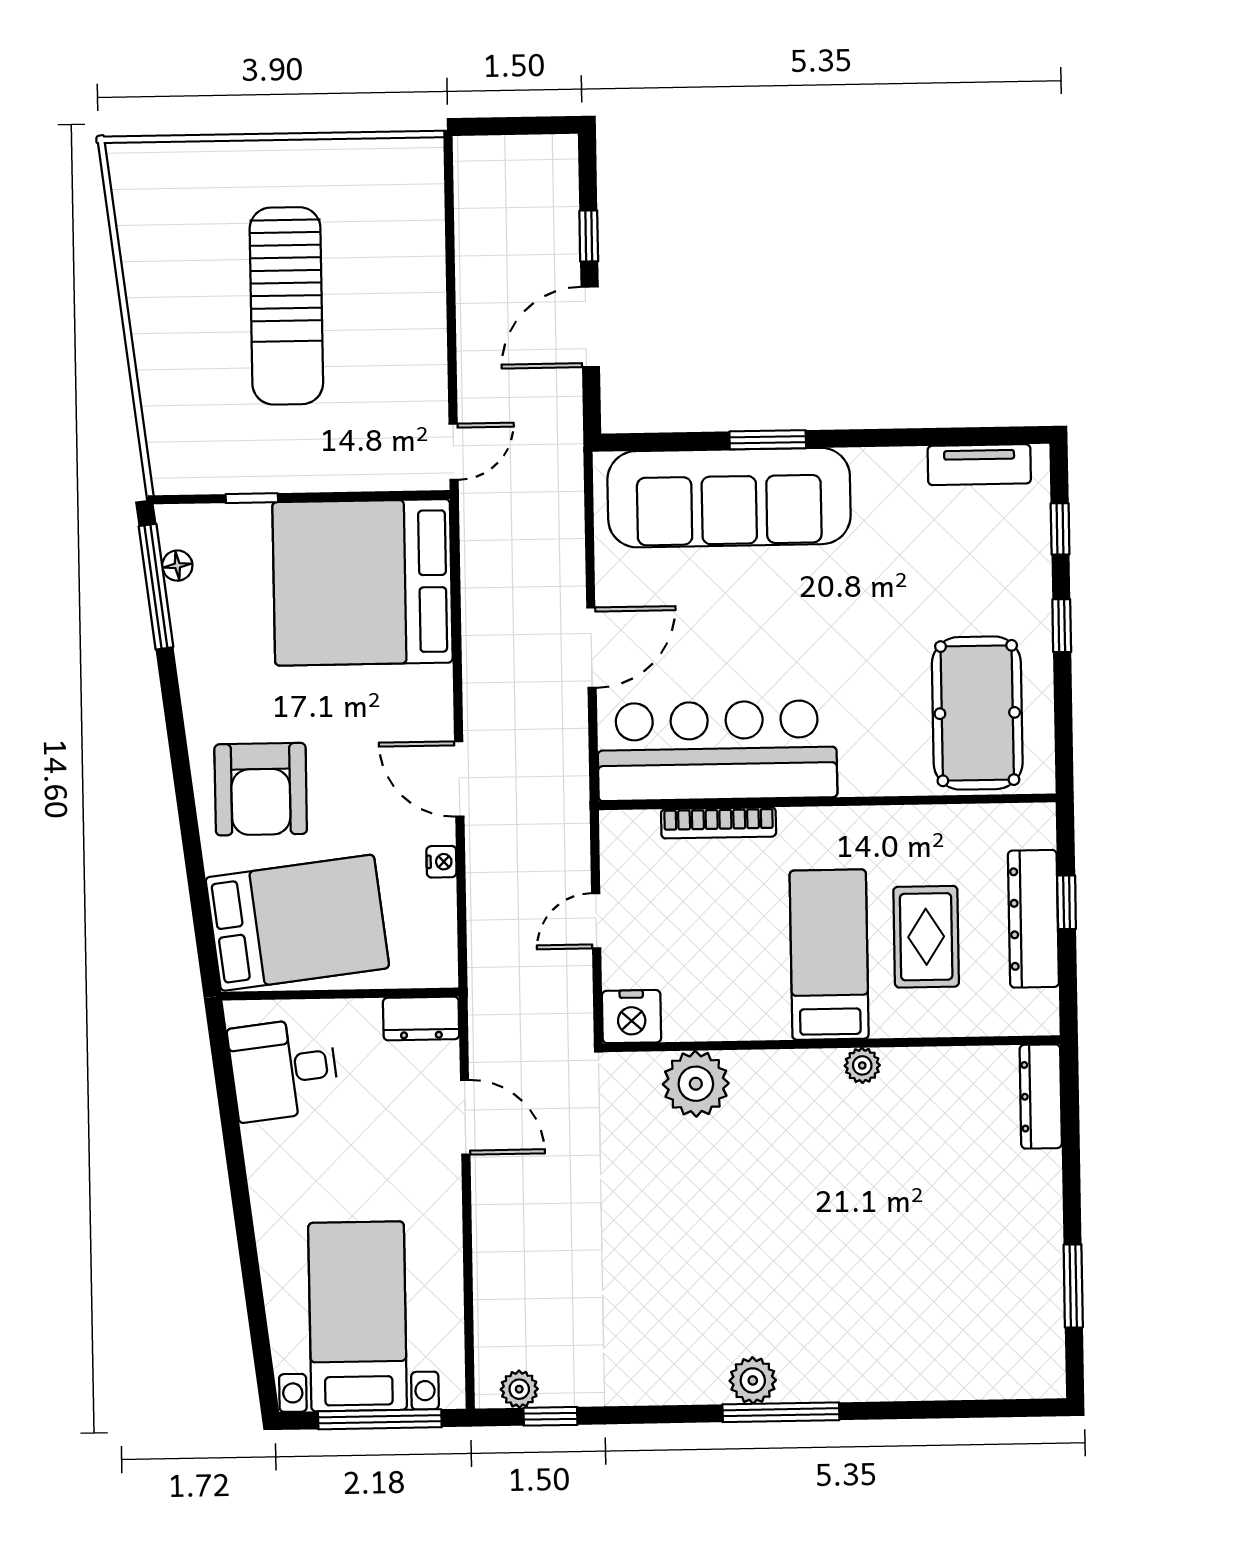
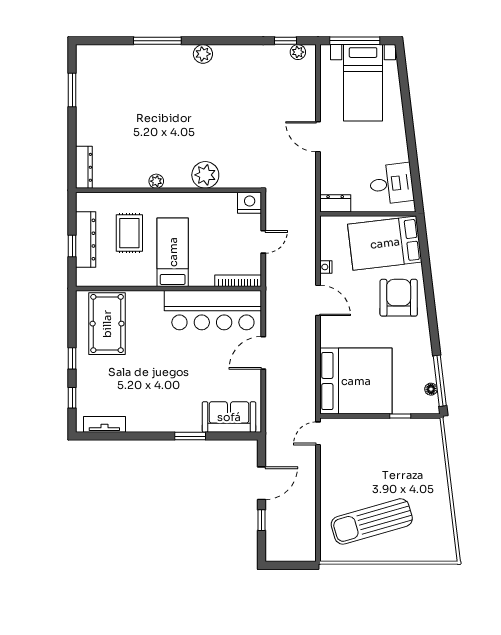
sun lounger: (286, 306) -> (372, 521), moved, turned -106
sofa: (729, 498) -> (229, 417), width x0.54, depth x0.79
bookcase: (719, 823) -> (238, 281), moved
bed: (829, 955) -> (173, 252), moved, turned 180
plant: (696, 1084) -> (205, 175), moved
door: (465, 1117) -> (318, 137), moved
window: (781, 1412) -> (157, 41), moved

